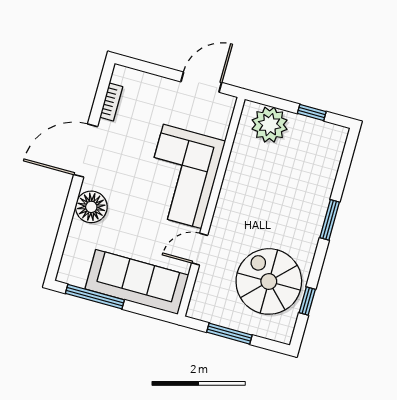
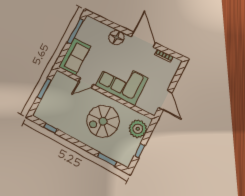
window: (330, 220) -> (107, 159), moved
door: (200, 249) -> (86, 83), swing flipped
spiral stairs: (269, 281) -> (103, 121), moved, turned 180
sofa: (137, 282) -> (75, 57), width x0.73

